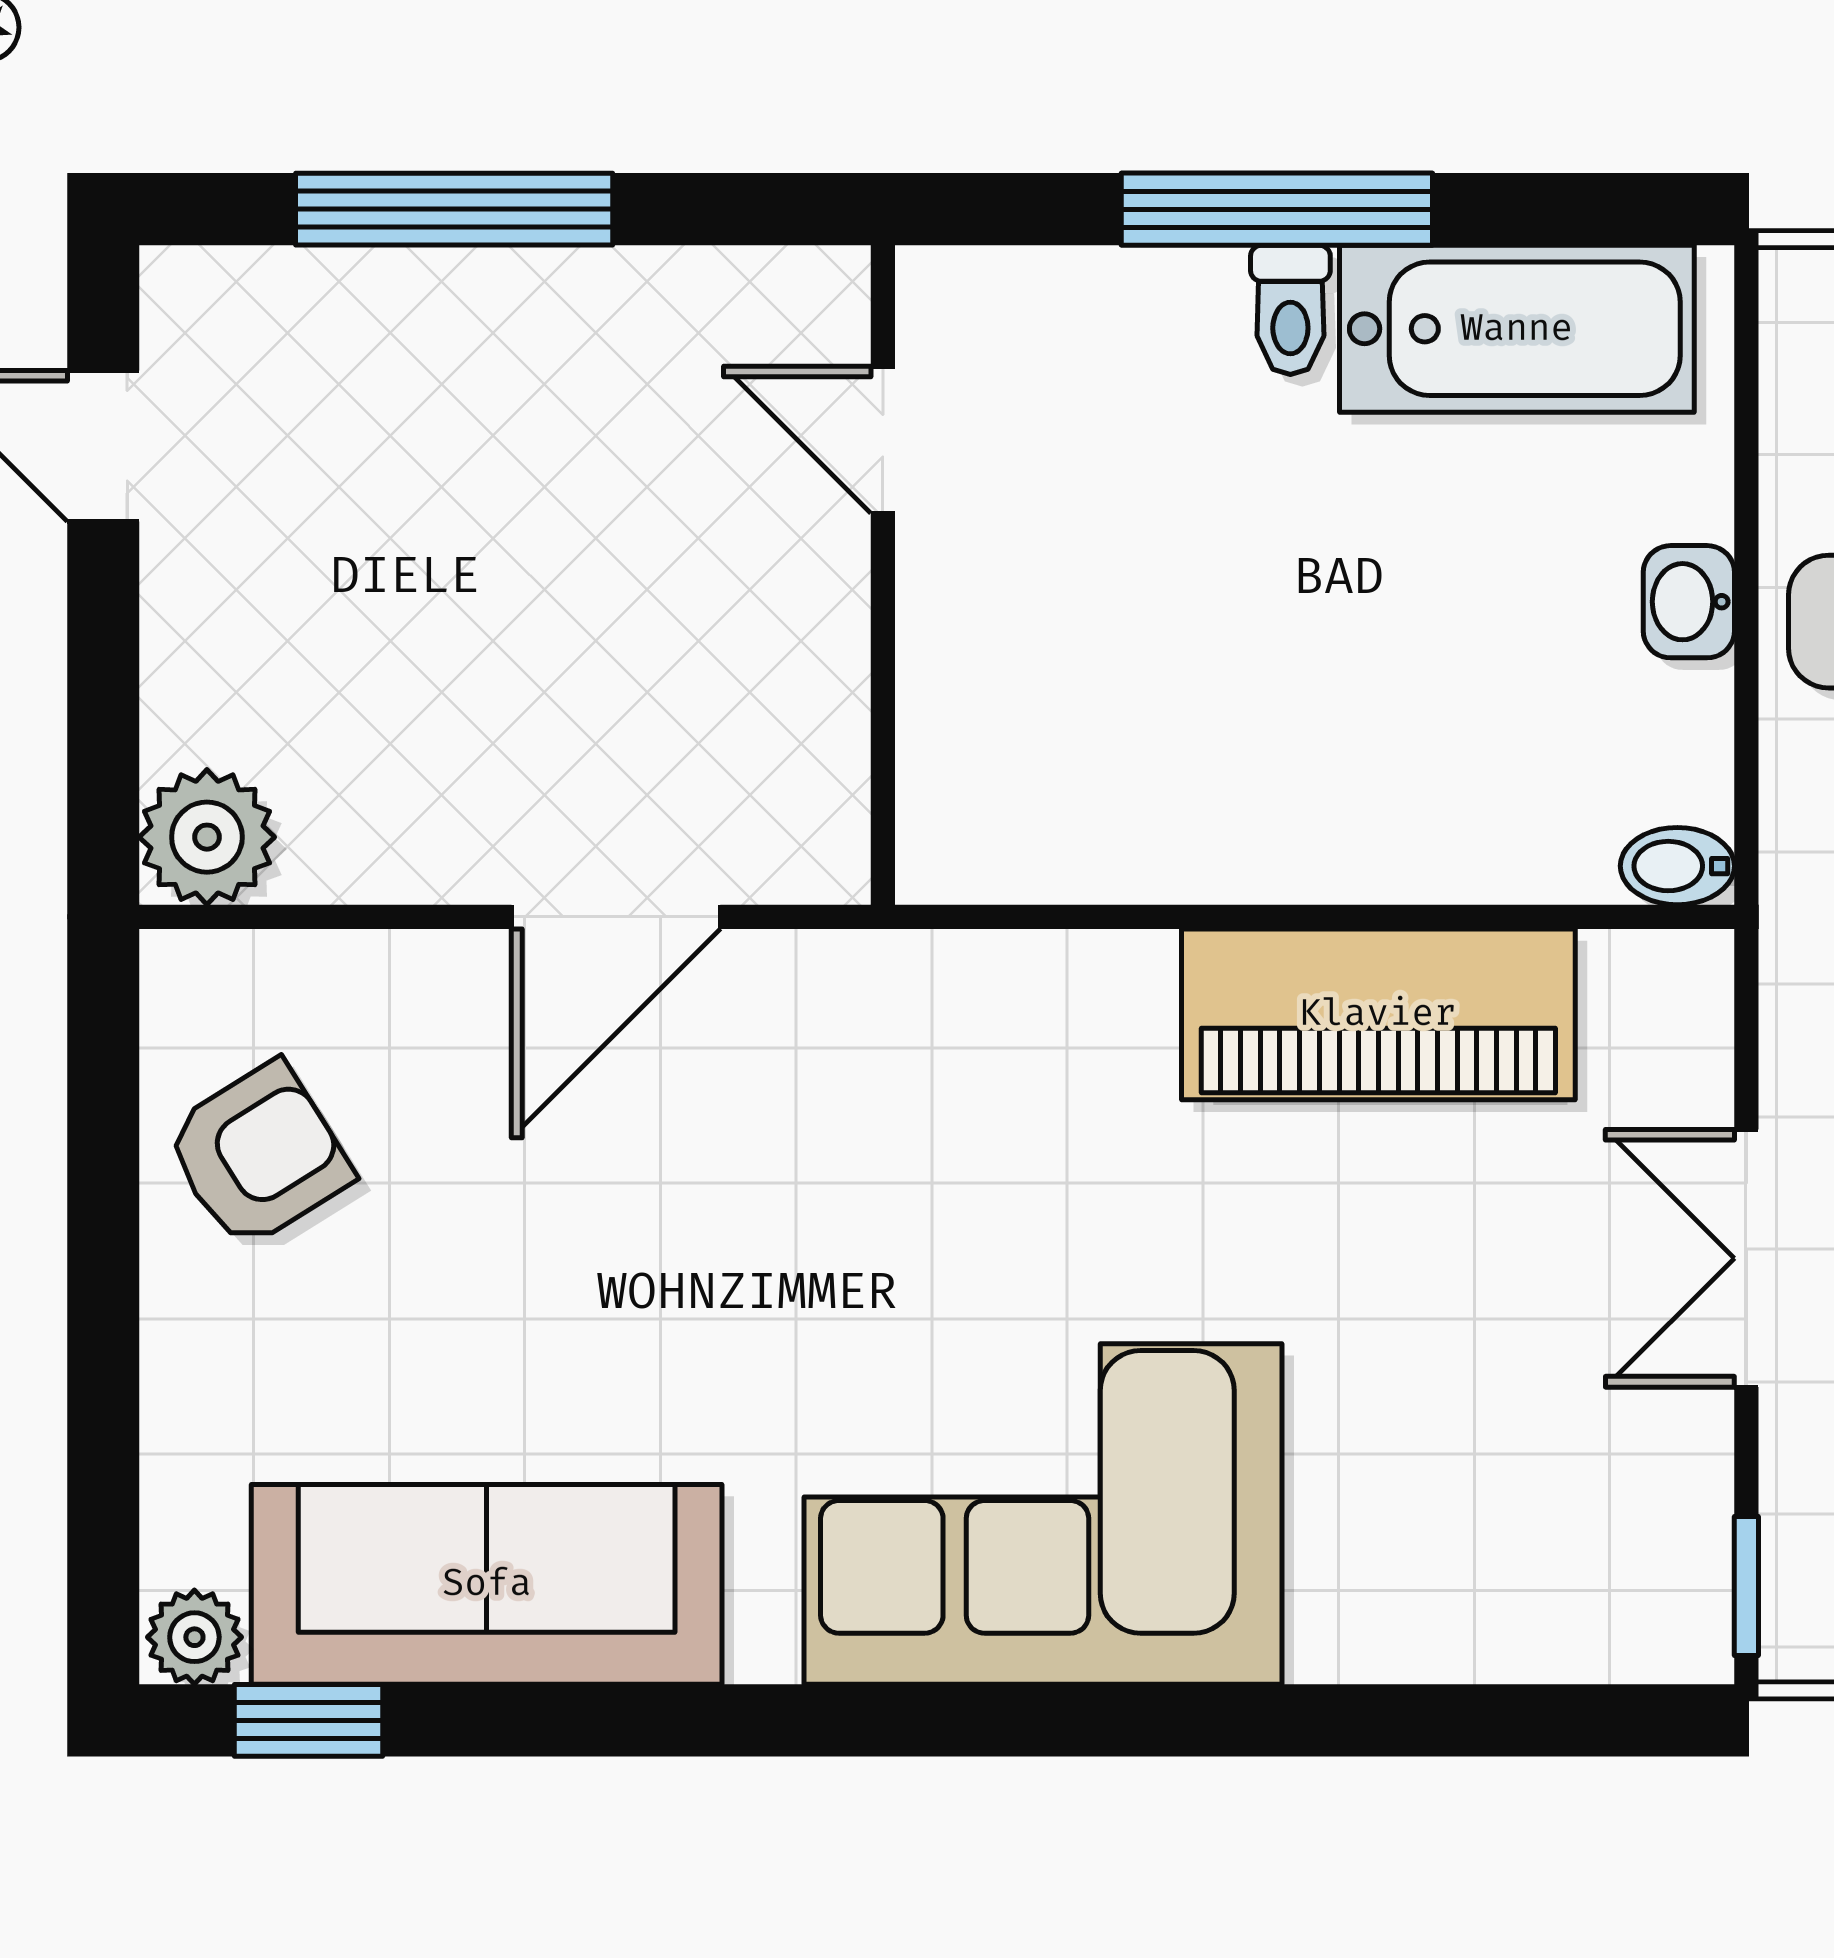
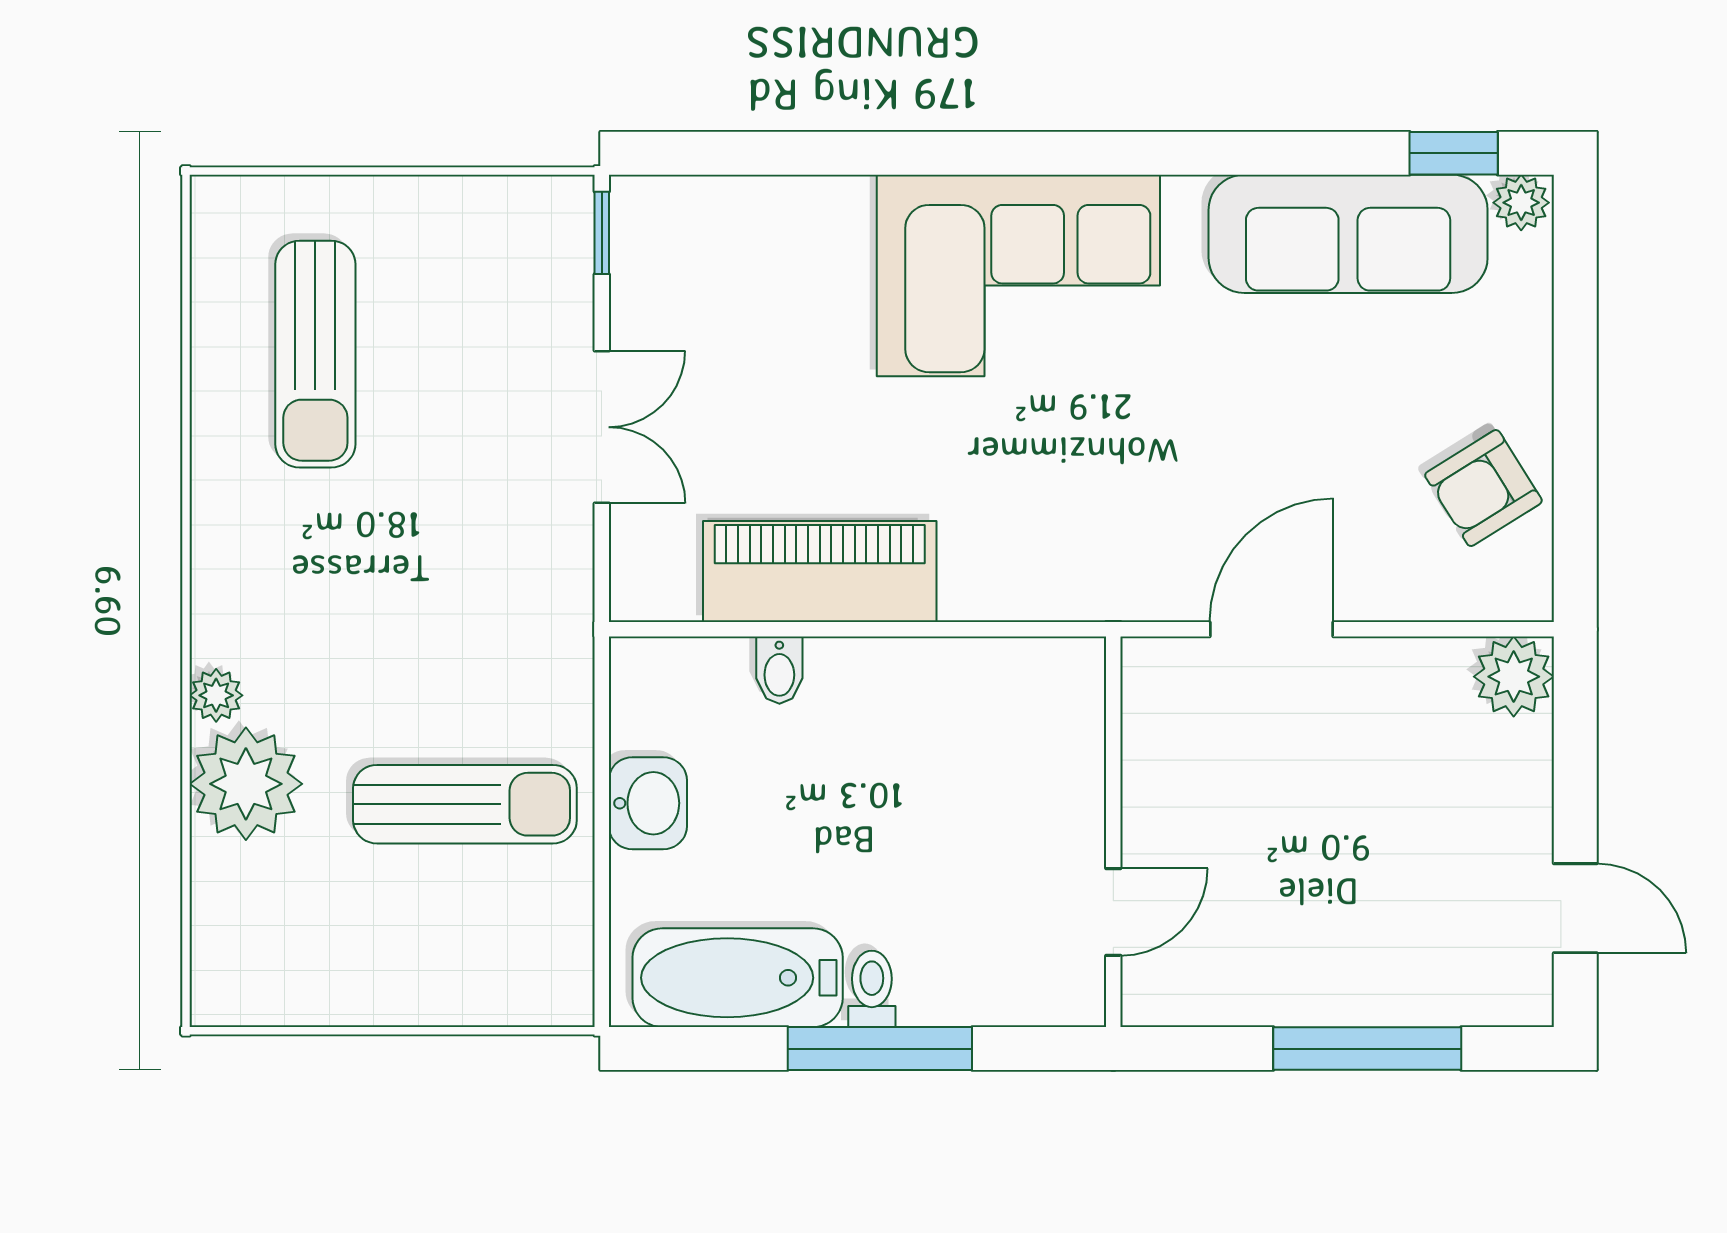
door: (883, 440) -> (1113, 912), hinge flipped
washbasin: (1689, 602) -> (648, 803), width x1.38, depth x1.45
bidet: (1677, 866) -> (779, 670), moved, turned 90

